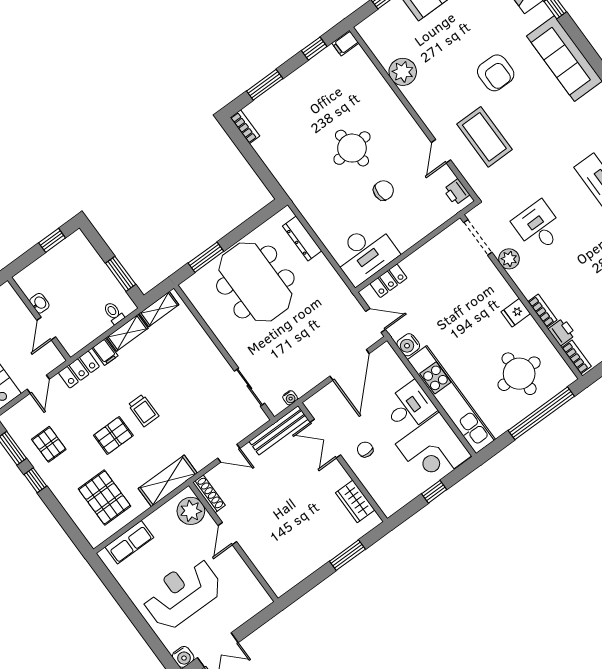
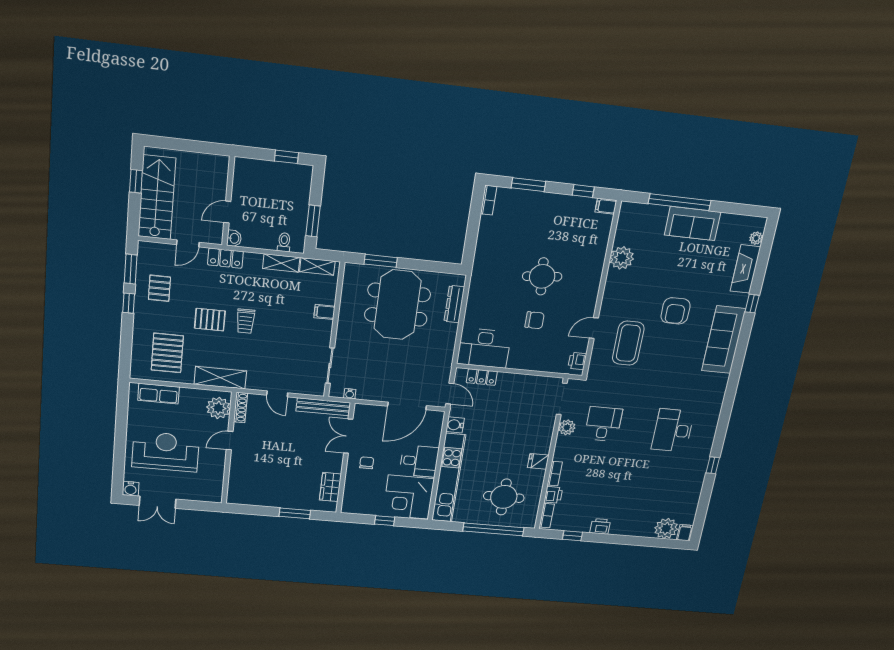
washbasin: (39, 303) -> (234, 238), moved
filing cabinet: (105, 352) -> (324, 312), moved, turned 90

